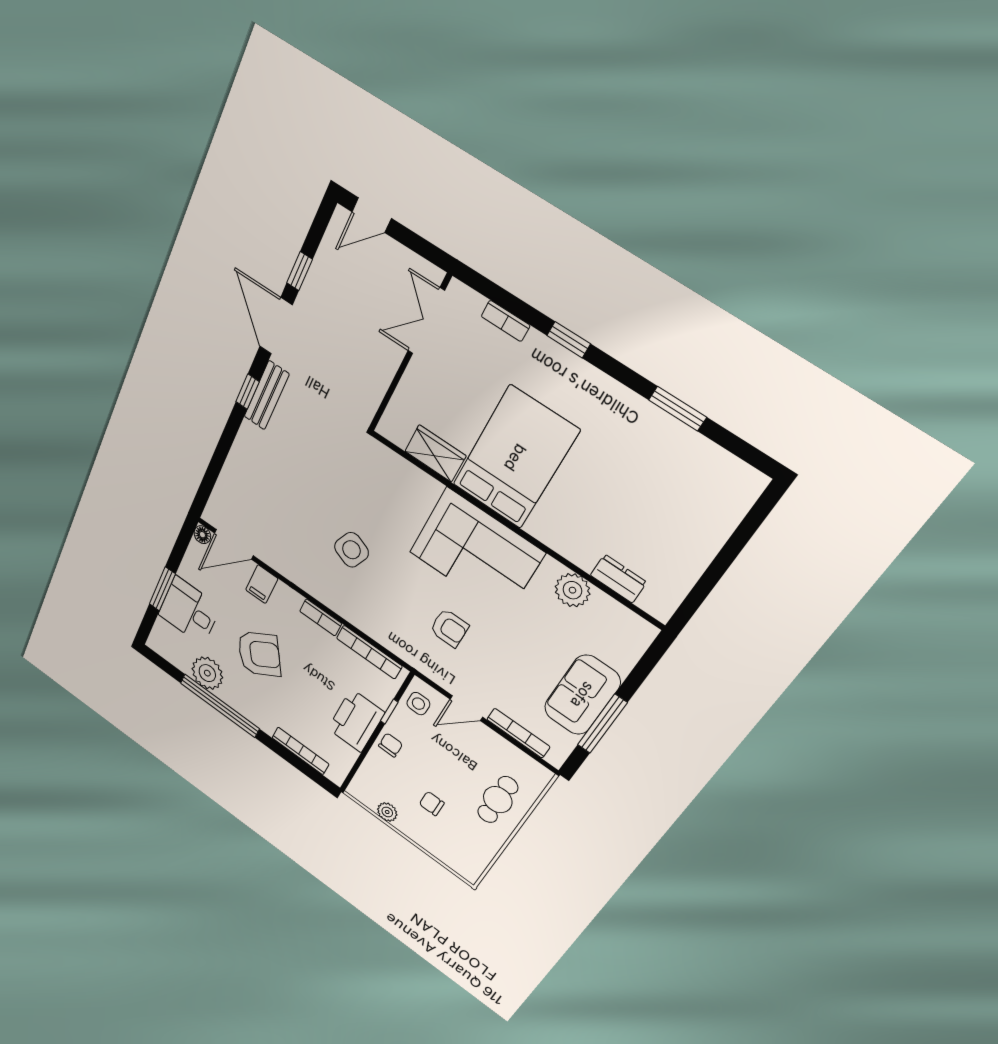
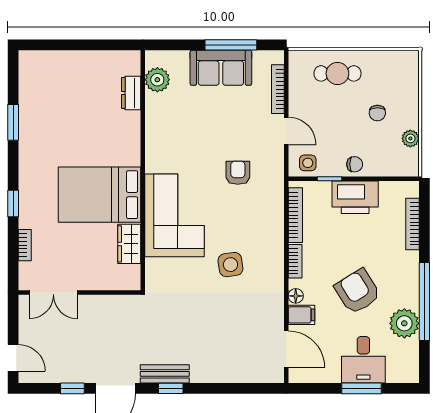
floor lamp: (202, 535) -> (296, 296), moved
side table: (351, 550) -> (230, 265), turned -30
corner sofa: (476, 552) -> (175, 215), moved
plant: (572, 590) -> (157, 80), moved
chair: (391, 745) -> (355, 164), turned 180

